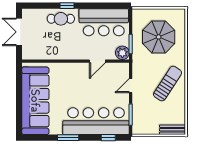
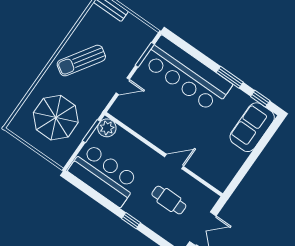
cafe table: (61, 19) -> (169, 200), moved
door: (97, 61) -> (174, 162), moved
sofa: (35, 101) -> (252, 127), width x0.54, depth x0.79
window: (108, 138) -> (260, 99), moved

